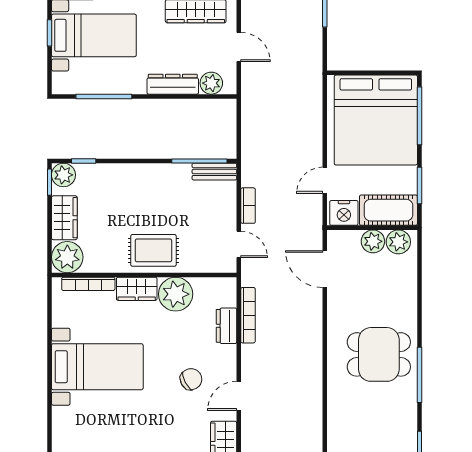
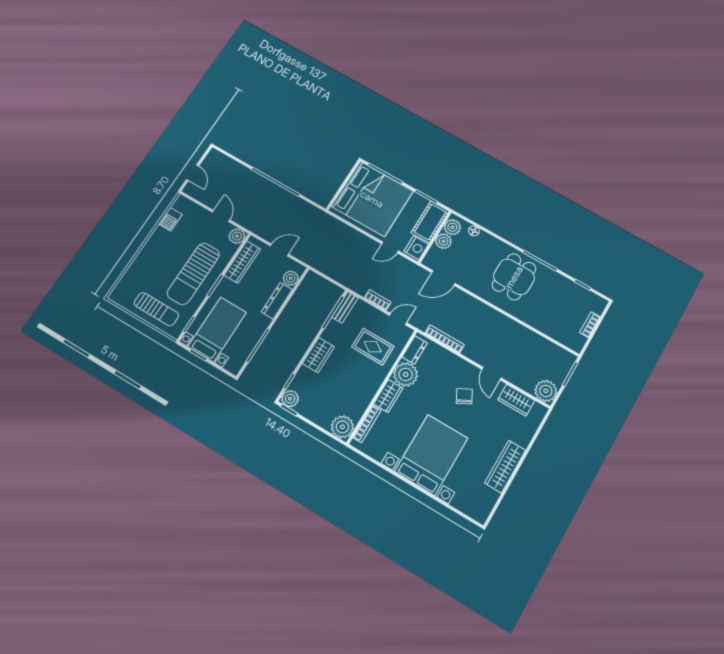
door: (325, 180) -> (390, 247), hinge flipped
wardrobe: (64, 218) -> (318, 355), moved, turned 90
rug: (153, 250) -> (373, 347), moved, turned 90
floor lamp: (410, 271) -> (474, 231), added
dresser: (226, 326) -> (415, 350), moved, turned -90
bed with nightstands: (97, 367) -> (431, 455), width x1.36

